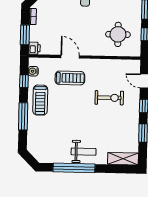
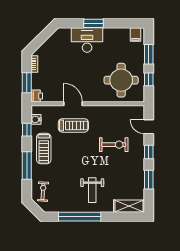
round table: (118, 34) -> (121, 80), width x1.36, depth x1.36
exercise bike: (38, 142) -> (43, 192), added
weight bench: (84, 152) -> (92, 190), moved, turned 90

